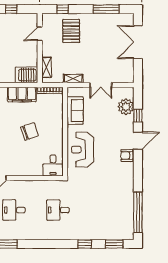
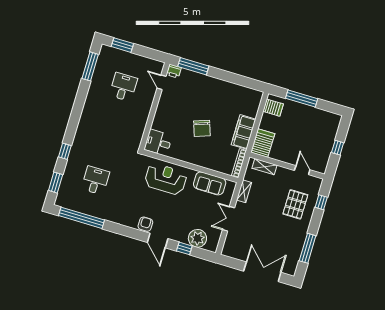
pallet: (71, 31) -> (295, 204), turned 90
desk: (58, 210) -> (95, 180), moved

